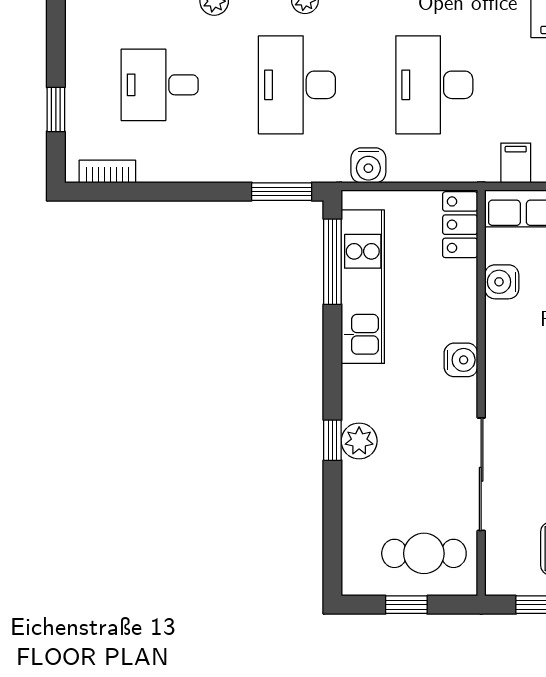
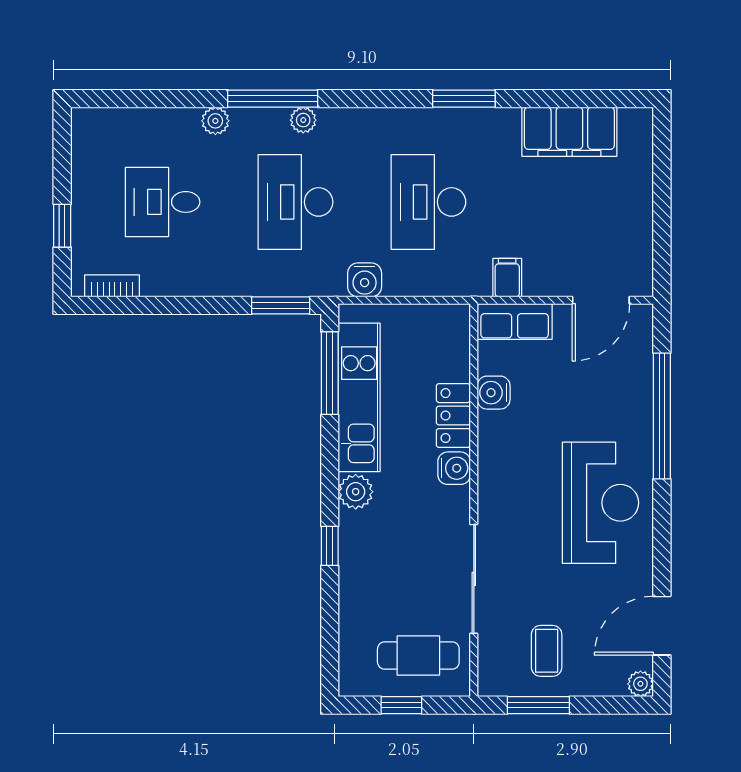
locker: (460, 225) -> (453, 416), moved
plant: (359, 441) -> (356, 492), moved

